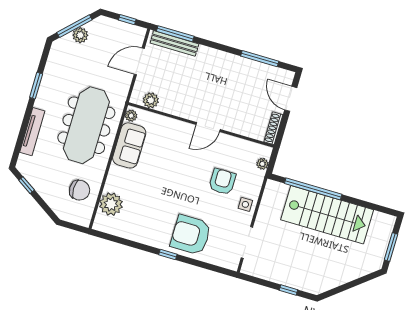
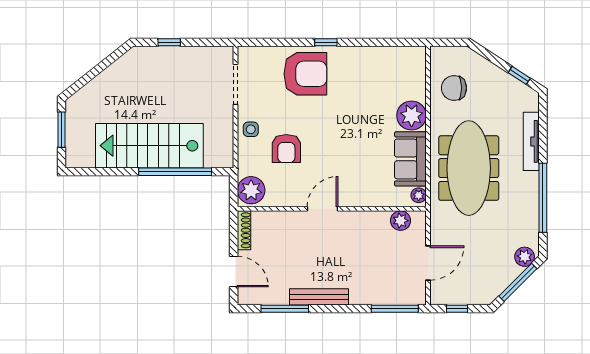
plant: (80, 35) -> (525, 257), moved
bench: (174, 43) -> (319, 297), moved
window: (36, 86) -> (543, 198), width x2.11
plant: (262, 164) -> (251, 190), width x1.88, depth x1.88
plant: (111, 204) -> (412, 115), moved

